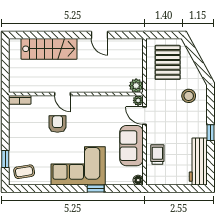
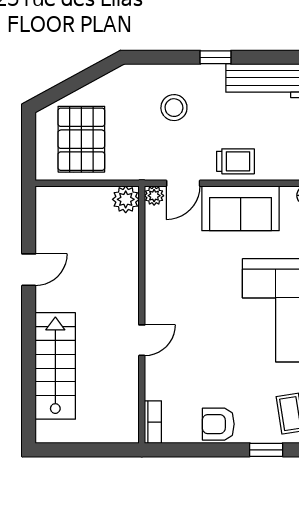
pallet: (168, 62) -> (81, 139), turned 90
stool: (189, 96) -> (174, 108), moved
armchair: (57, 124) -> (218, 424), moved
trolley: (157, 155) -> (235, 161), moved, turned 180

